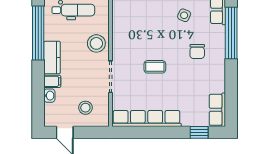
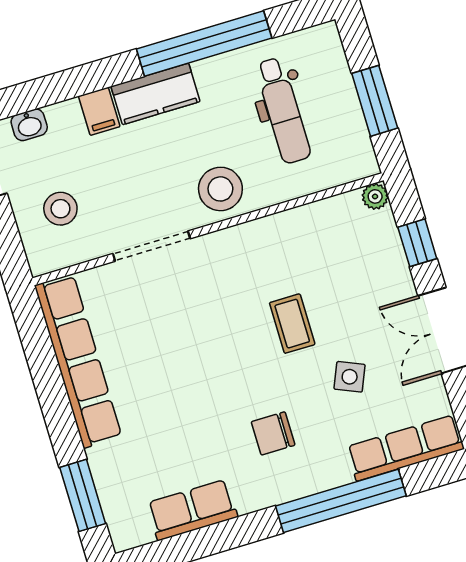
coffee table: (155, 67) -> (292, 324), moved
washbasin: (49, 96) -> (29, 125), moved
row of seats: (217, 110) -> (192, 510), moved
window: (199, 132) -> (83, 495), width x1.50

